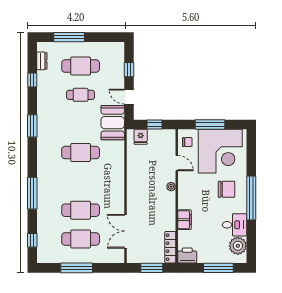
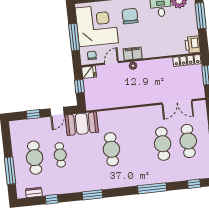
fridge: (141, 137) -> (89, 72), moved
filing cabinet: (184, 220) -> (133, 54), moved

